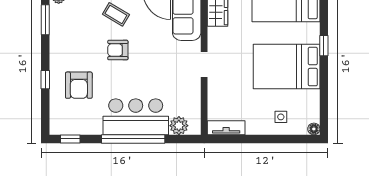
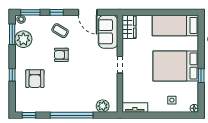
plant: (62, 27) -> (23, 39), added
window: (324, 46) -> (201, 76), moved
bar counter: (136, 117) -> (73, 100), removed

